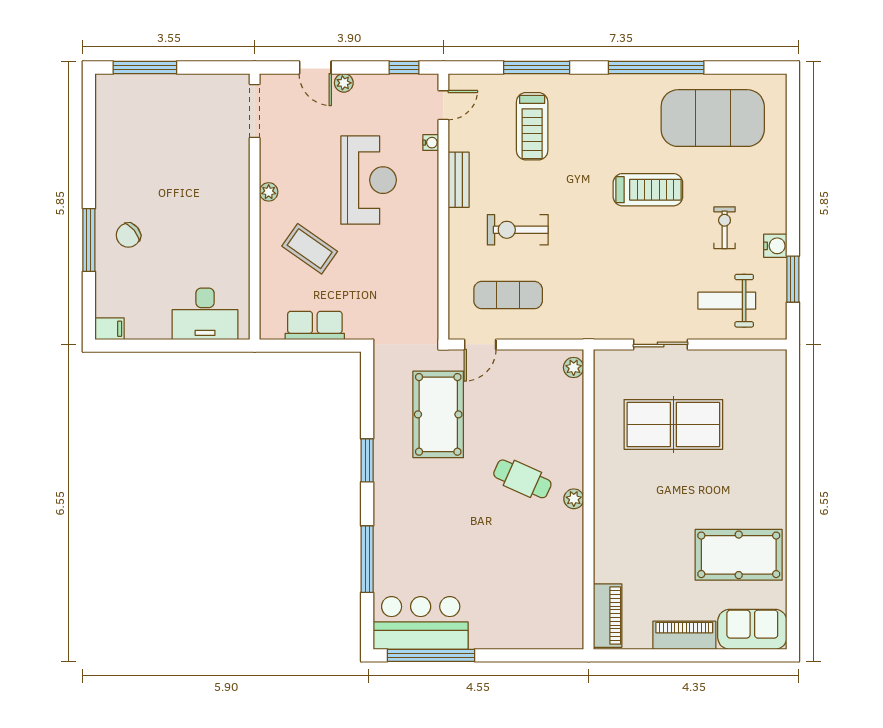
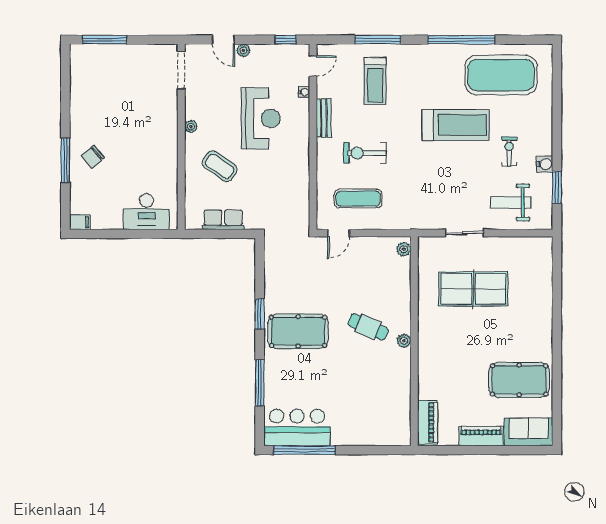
treadmill: (648, 190) -> (456, 125), width x1.37, depth x1.38
pool table: (438, 414) -> (298, 331), moved, turned 90

